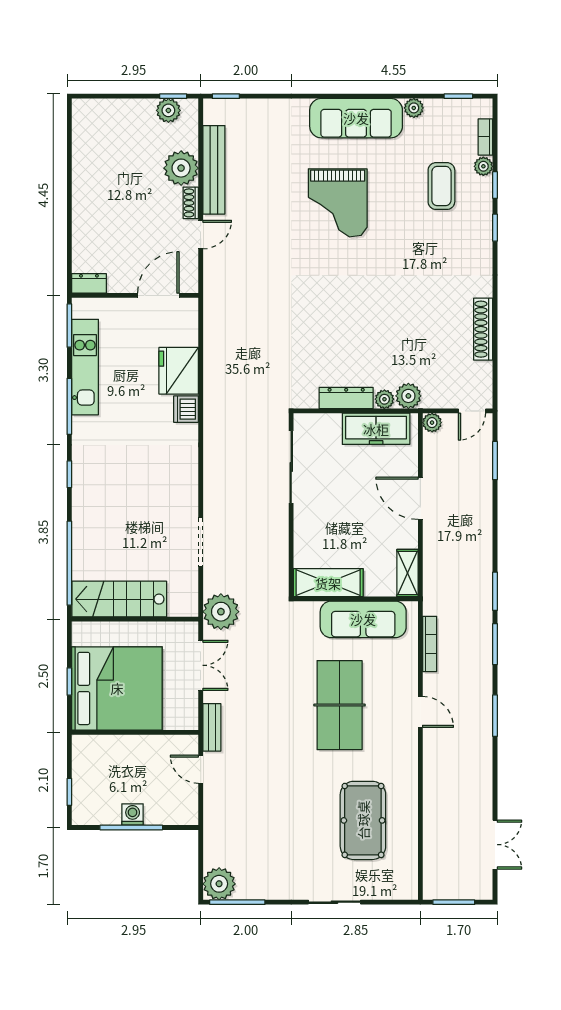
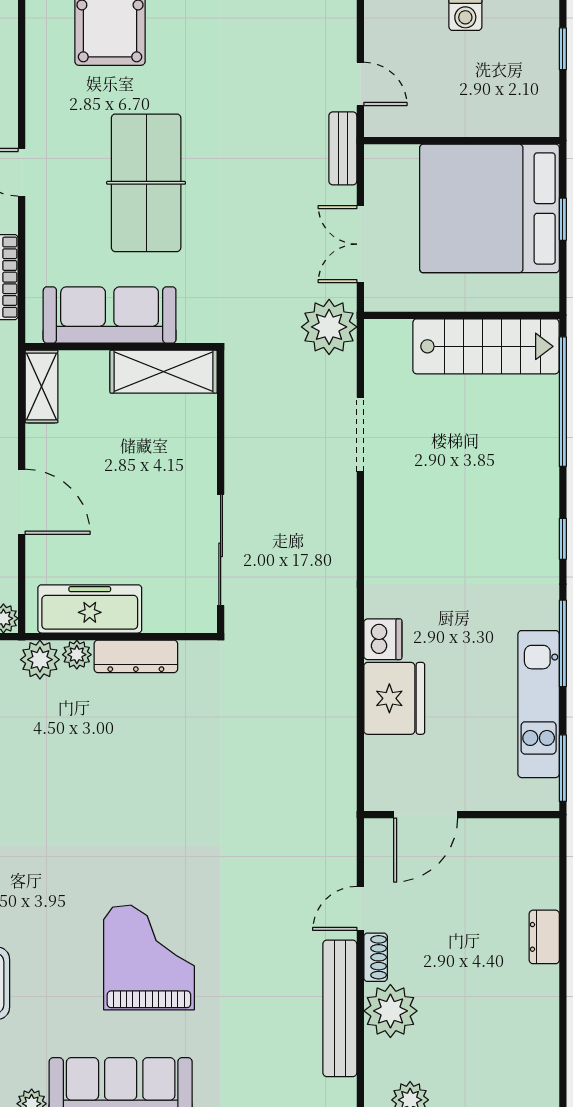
dresser: (89, 283) -> (544, 937), moved, turned 90

